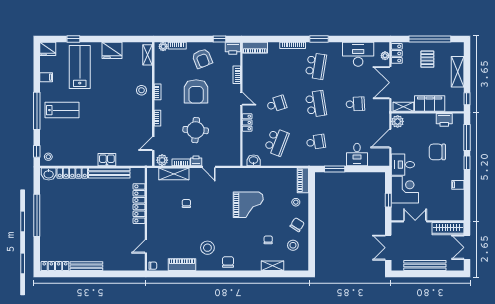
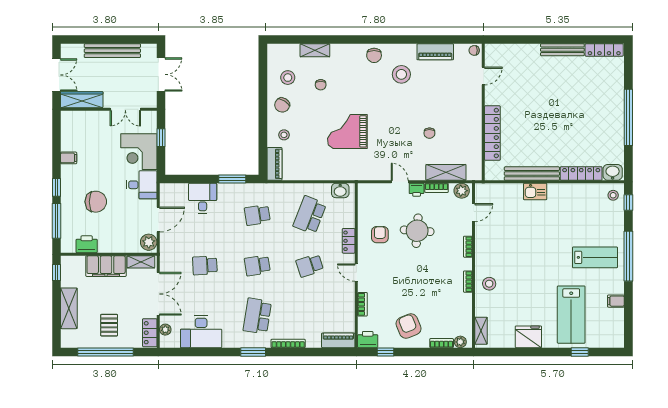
fridge: (48, 49) -> (614, 339), removed
armchair: (196, 91) -> (380, 235), moved, width x0.53, depth x0.53
school desk: (316, 104) -> (257, 265), width x0.54
lab bench: (62, 110) -> (595, 257), turned 180

